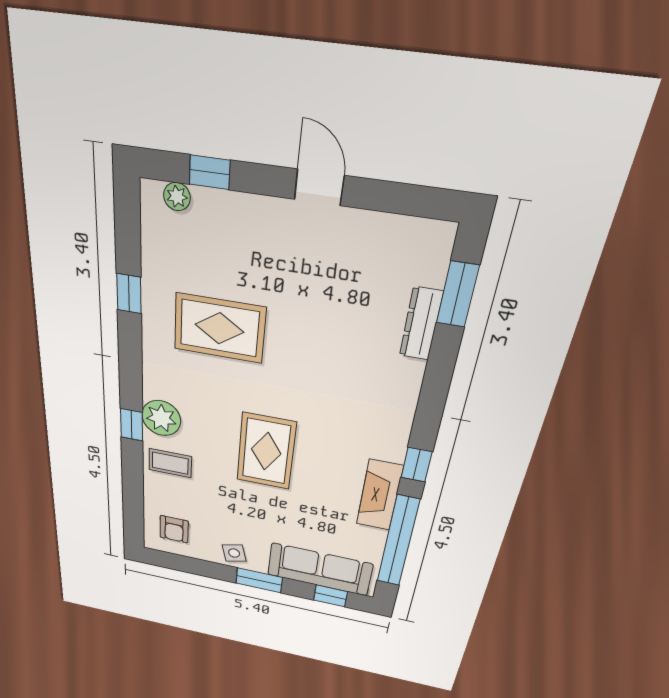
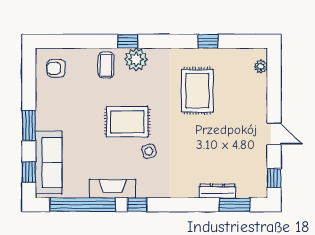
window: (210, 172) -> (274, 178), moved
door: (319, 187) -> (274, 134), hinge flipped
side table: (234, 553) -> (149, 151), moved

